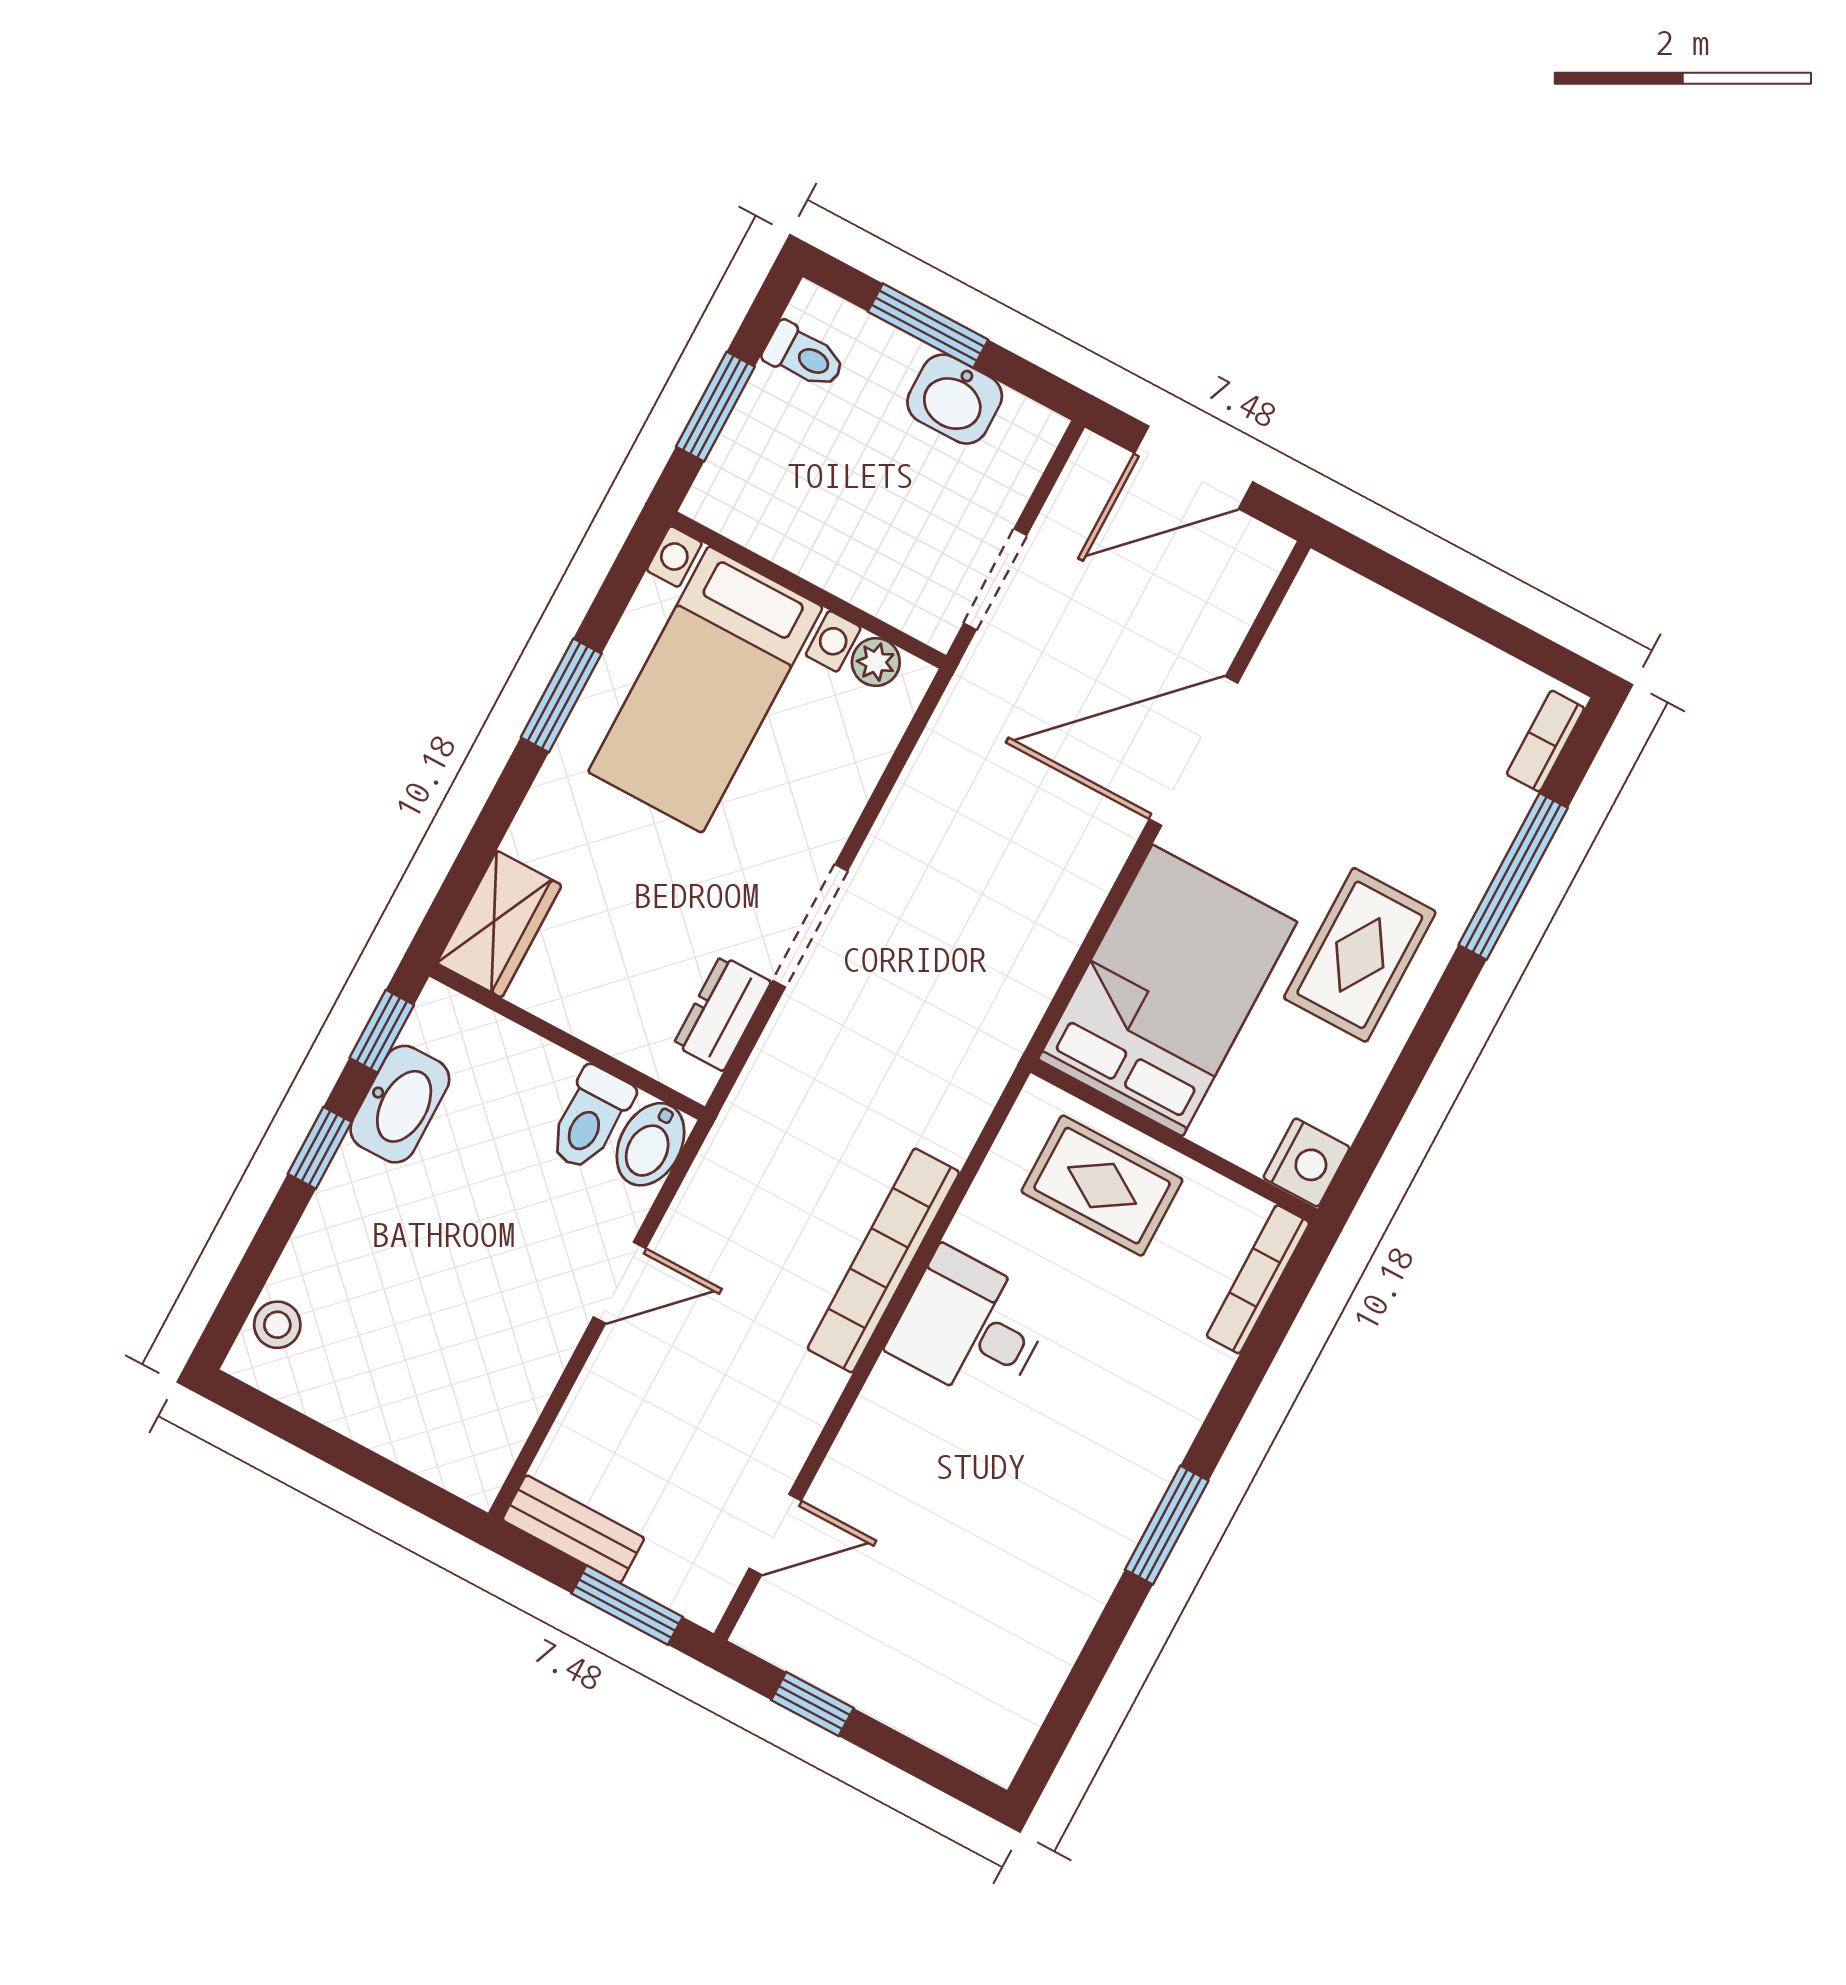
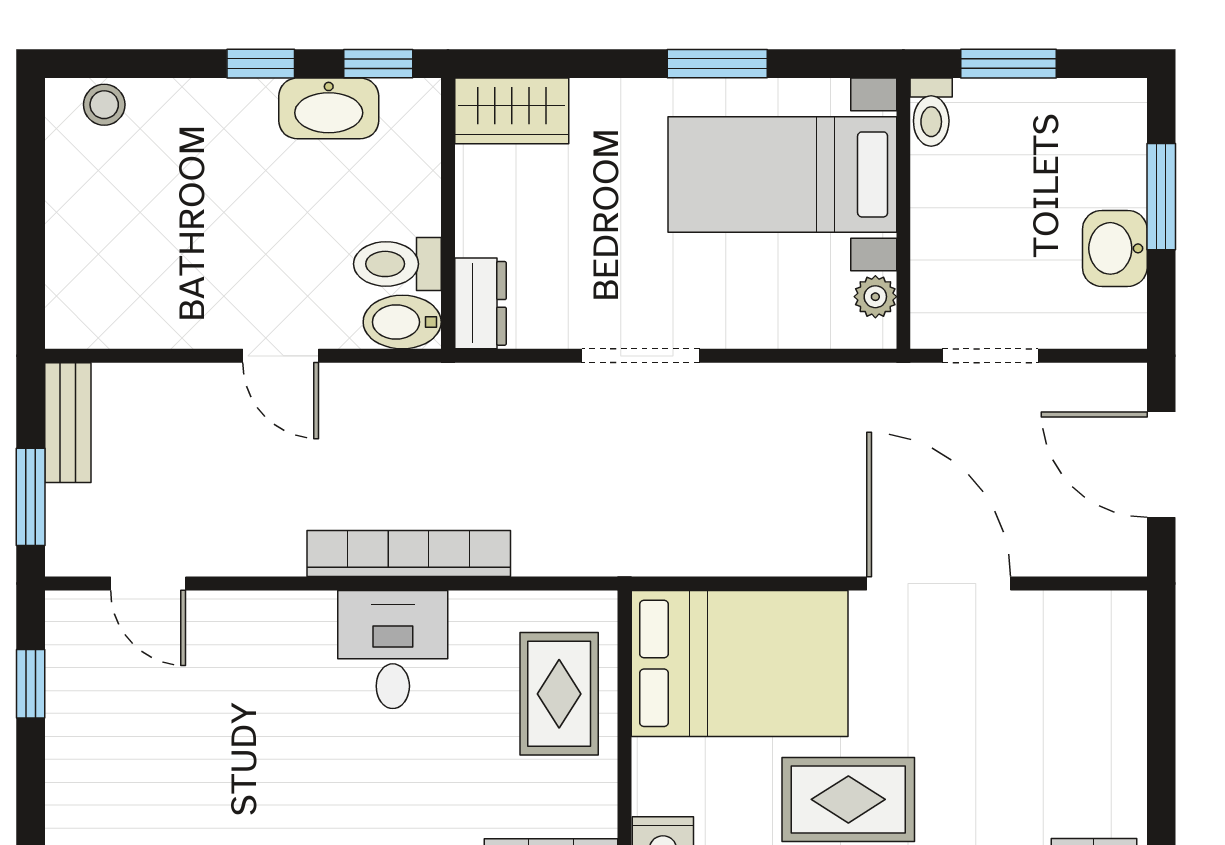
toilet: (804, 356) -> (931, 112), moved
dresser: (722, 1013) -> (480, 303), moved, turned 90

